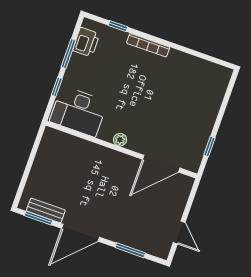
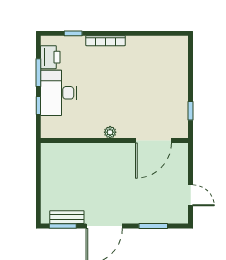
desk: (79, 111) -> (59, 93), moved, turned 90

